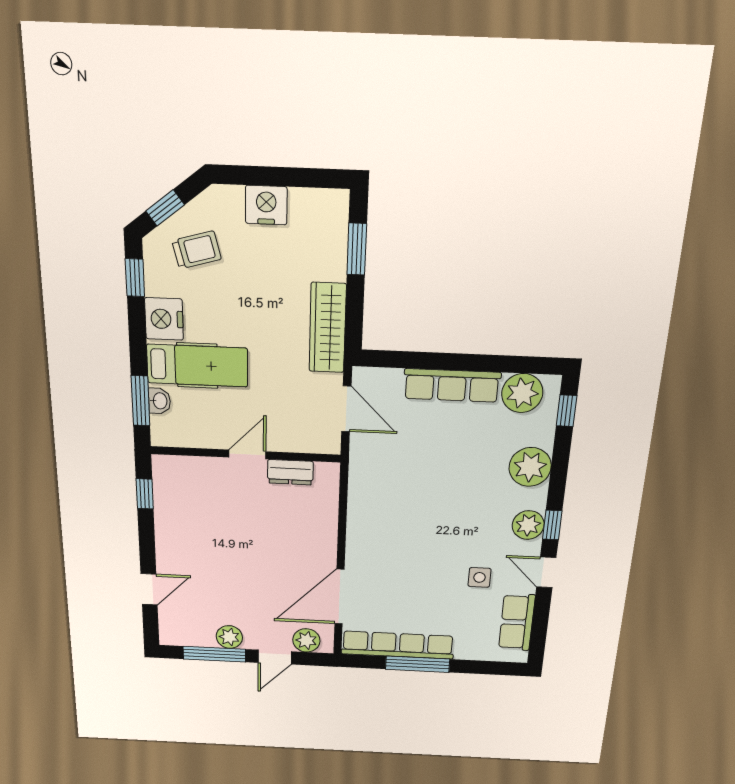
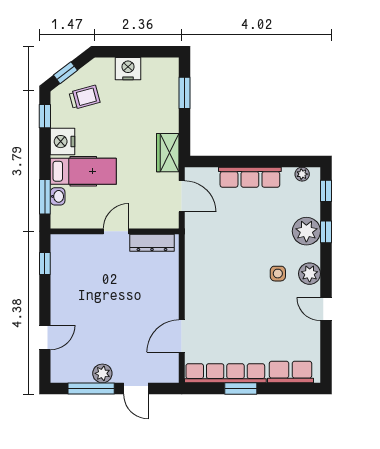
wardrobe: (328, 328) -> (168, 153), width x0.67
plant: (522, 393) -> (302, 174), width x0.53, depth x0.53
dresser: (290, 472) -> (152, 243), width x1.44
window: (552, 525) -> (326, 232), moved
side table: (480, 577) -> (278, 274), moved
door: (339, 597) -> (182, 336), width x0.73
row of seats: (517, 622) -> (291, 372), moved, turned 90
plant: (306, 640) -> (159, 373), removed
door: (275, 657) -> (136, 389), hinge flipped
window: (418, 664) -> (241, 389), width x0.69

